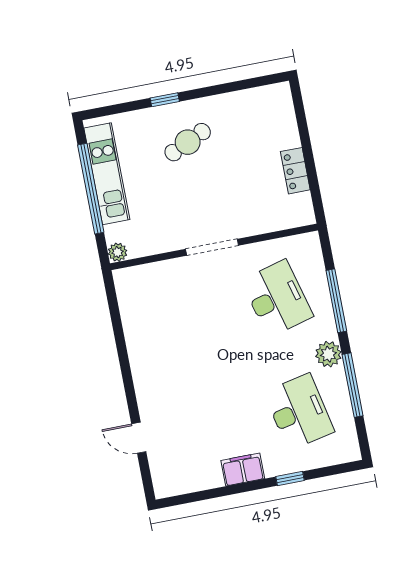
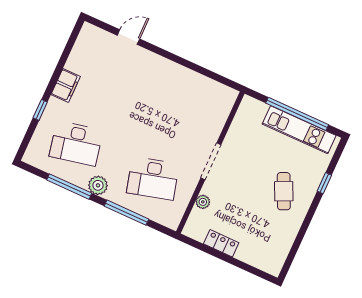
window: (165, 100) -> (324, 183), moved
plant: (118, 252) -> (203, 202), moved

